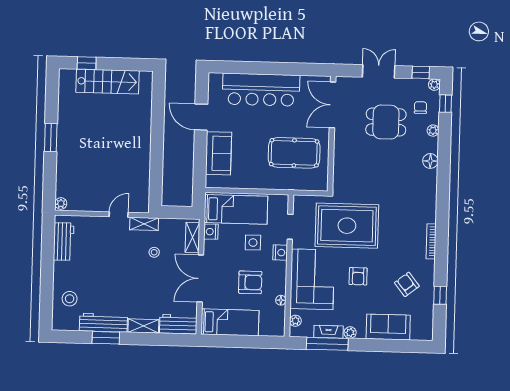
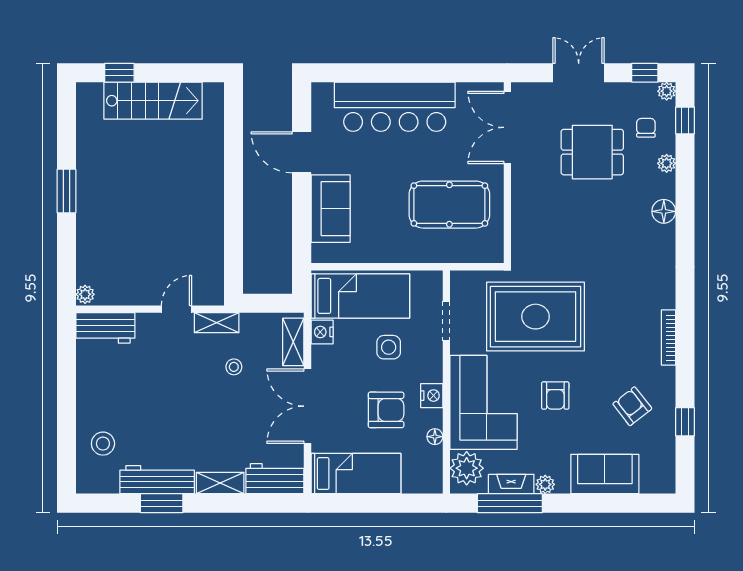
workbench: (64, 242) -> (105, 328), moved, turned 90
nightstand: (280, 253) -> (432, 396), moved
plant: (295, 321) -> (467, 468), width x1.88, depth x1.88

